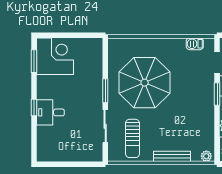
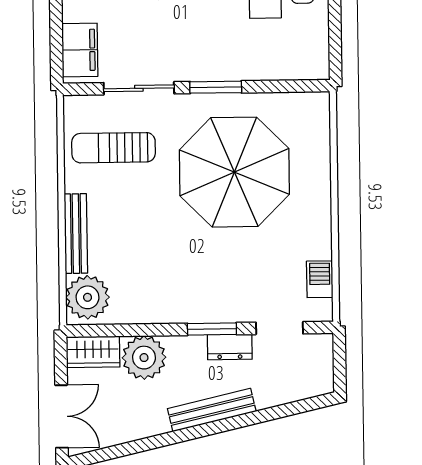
filing cabinet: (87, 153) -> (80, 50), added
plant: (206, 156) -> (88, 297), width x1.87, depth x1.87

